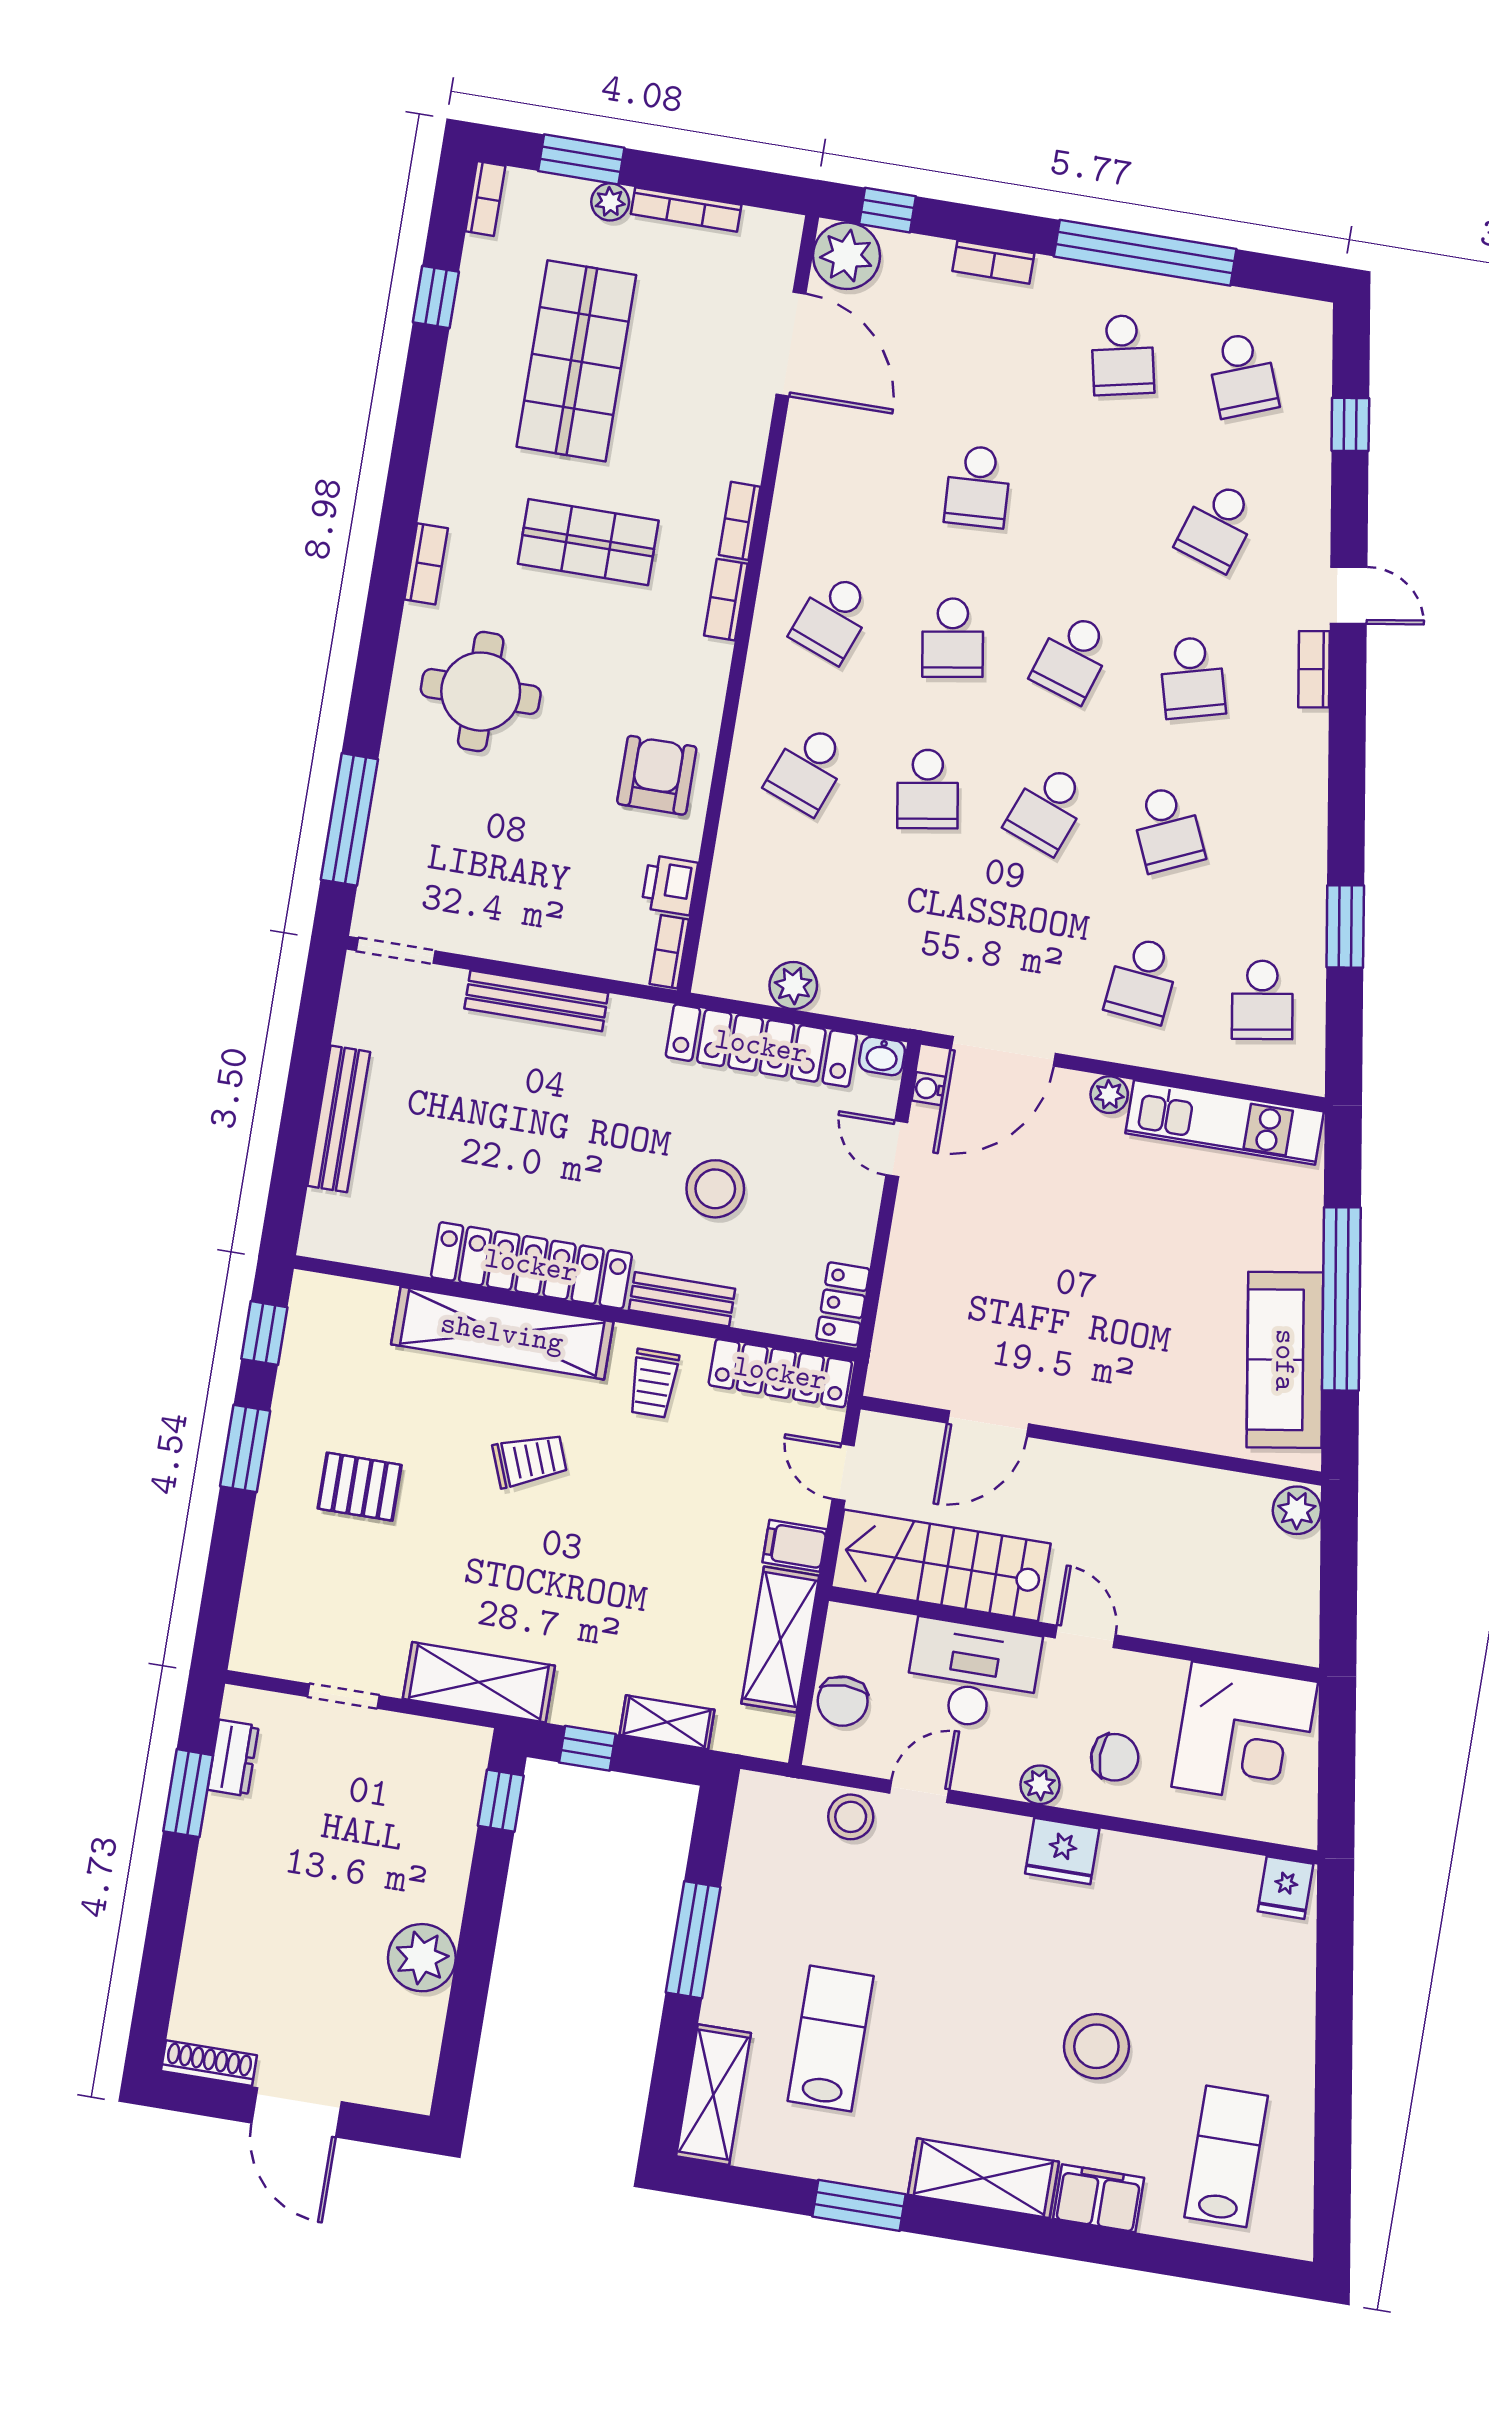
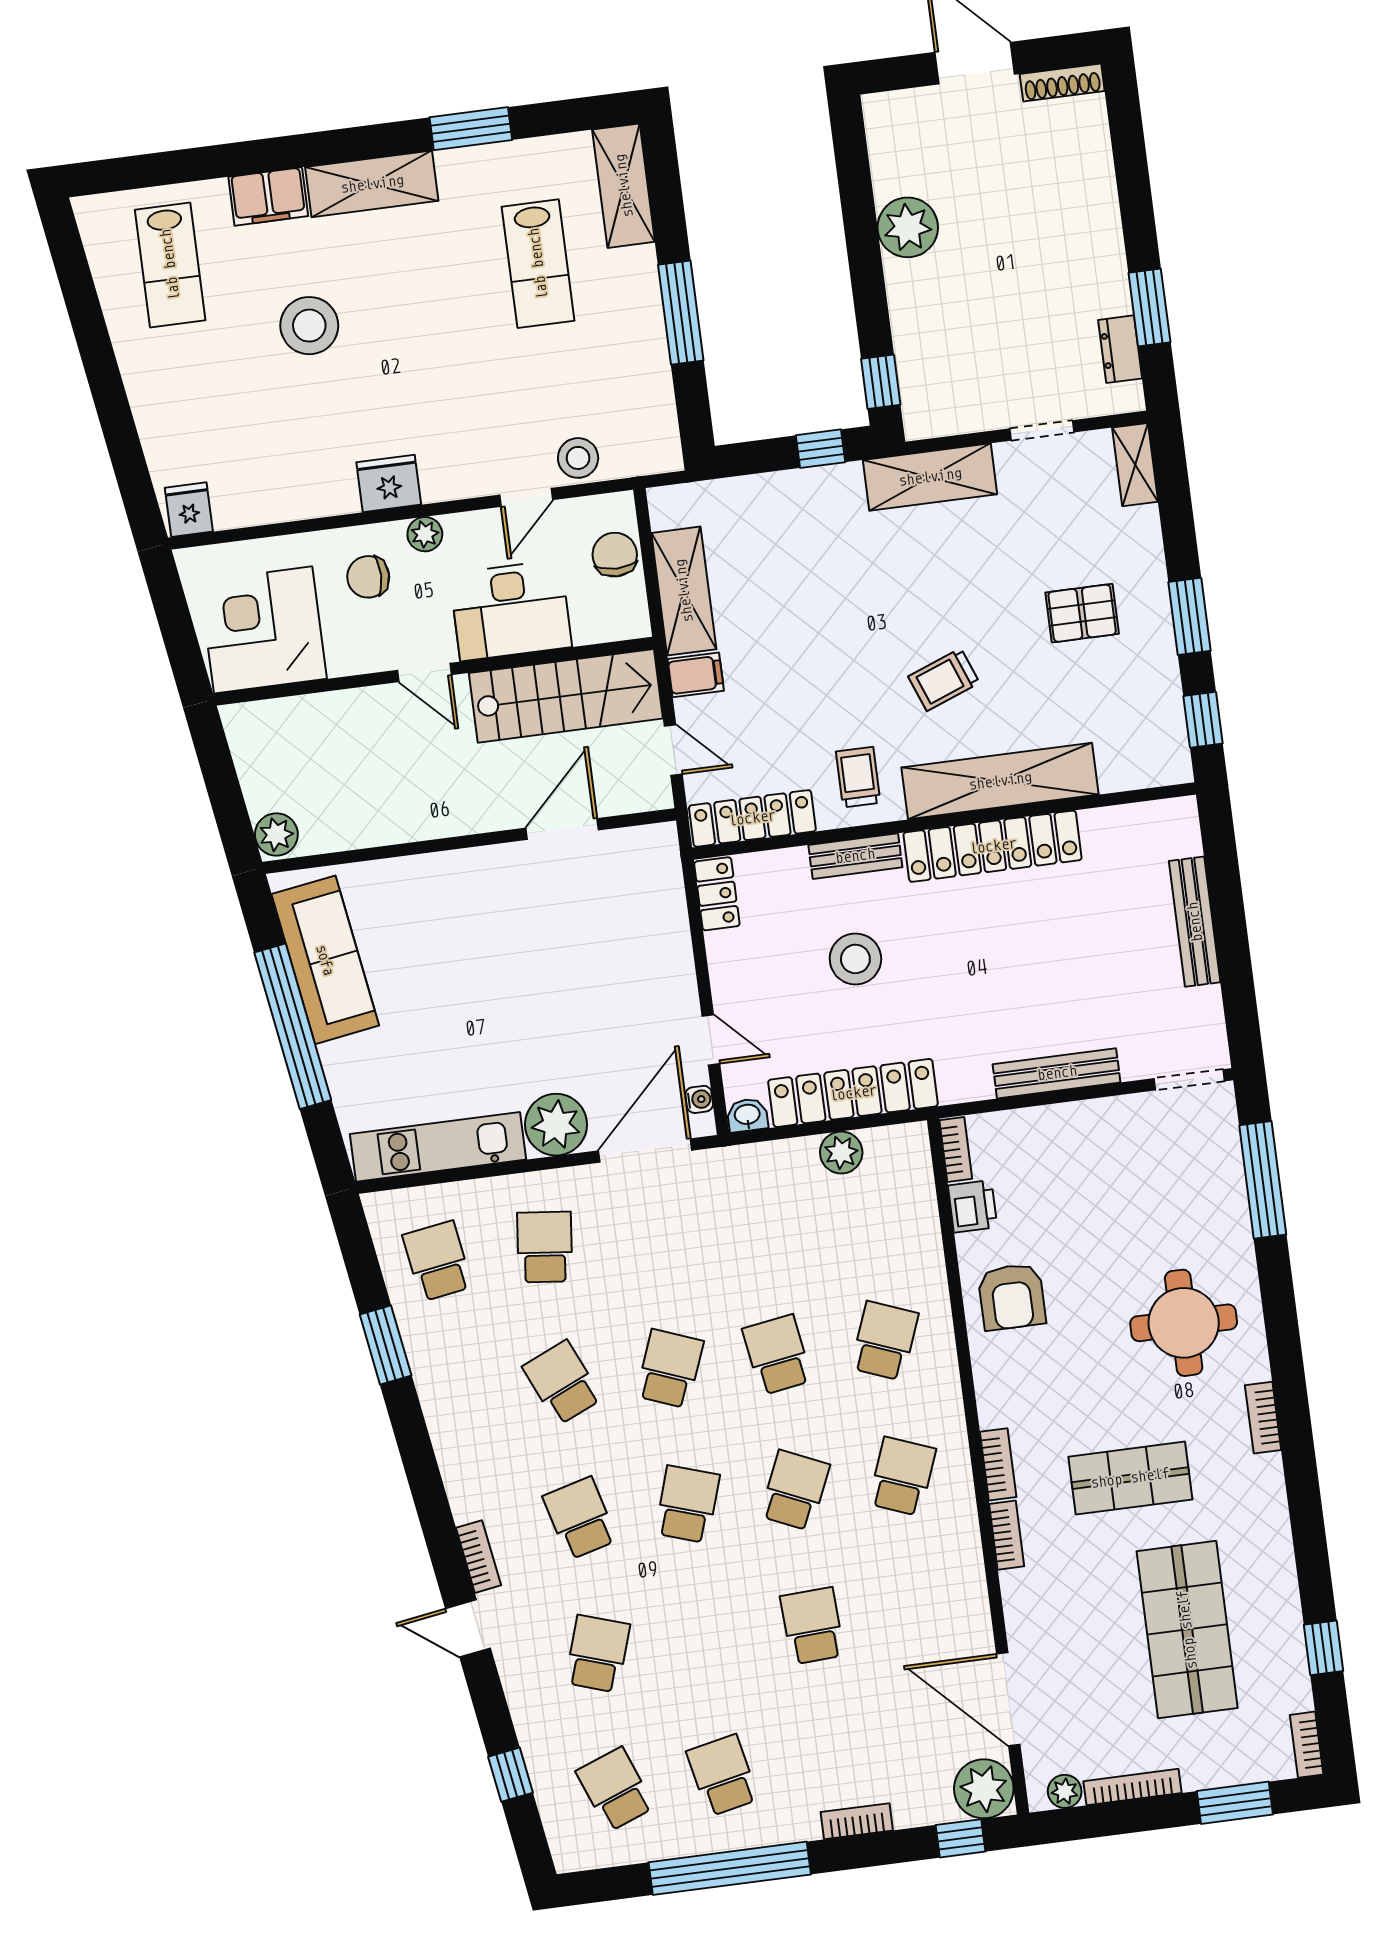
plant: (610, 202) -> (1065, 1791), moved
school desk: (953, 638) -> (795, 1490), turned 33
plant: (1109, 1095) -> (556, 1125), width x1.88, depth x1.88
shelving: (667, 1722) -> (1135, 465), moved, turned 90

